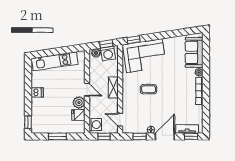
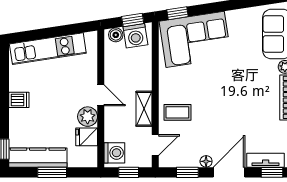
shelving: (113, 88) -> (144, 109), moved
coffee table: (149, 89) -> (177, 112), moved
door: (120, 120) -> (155, 145), swing flipped
kitchen counter: (49, 127) -> (38, 158), added

